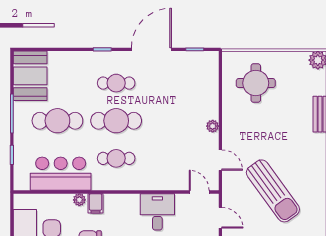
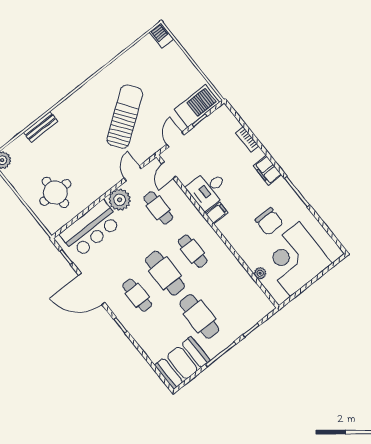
plant: (213, 126) -> (120, 200), width x1.87, depth x1.87
cafe table: (175, 158) -> (158, 208), added
bar counter: (61, 174) -> (91, 229), moved, turned -90
plant: (79, 200) -> (260, 273), moved
filing cabinet: (96, 203) -> (217, 213), moved

